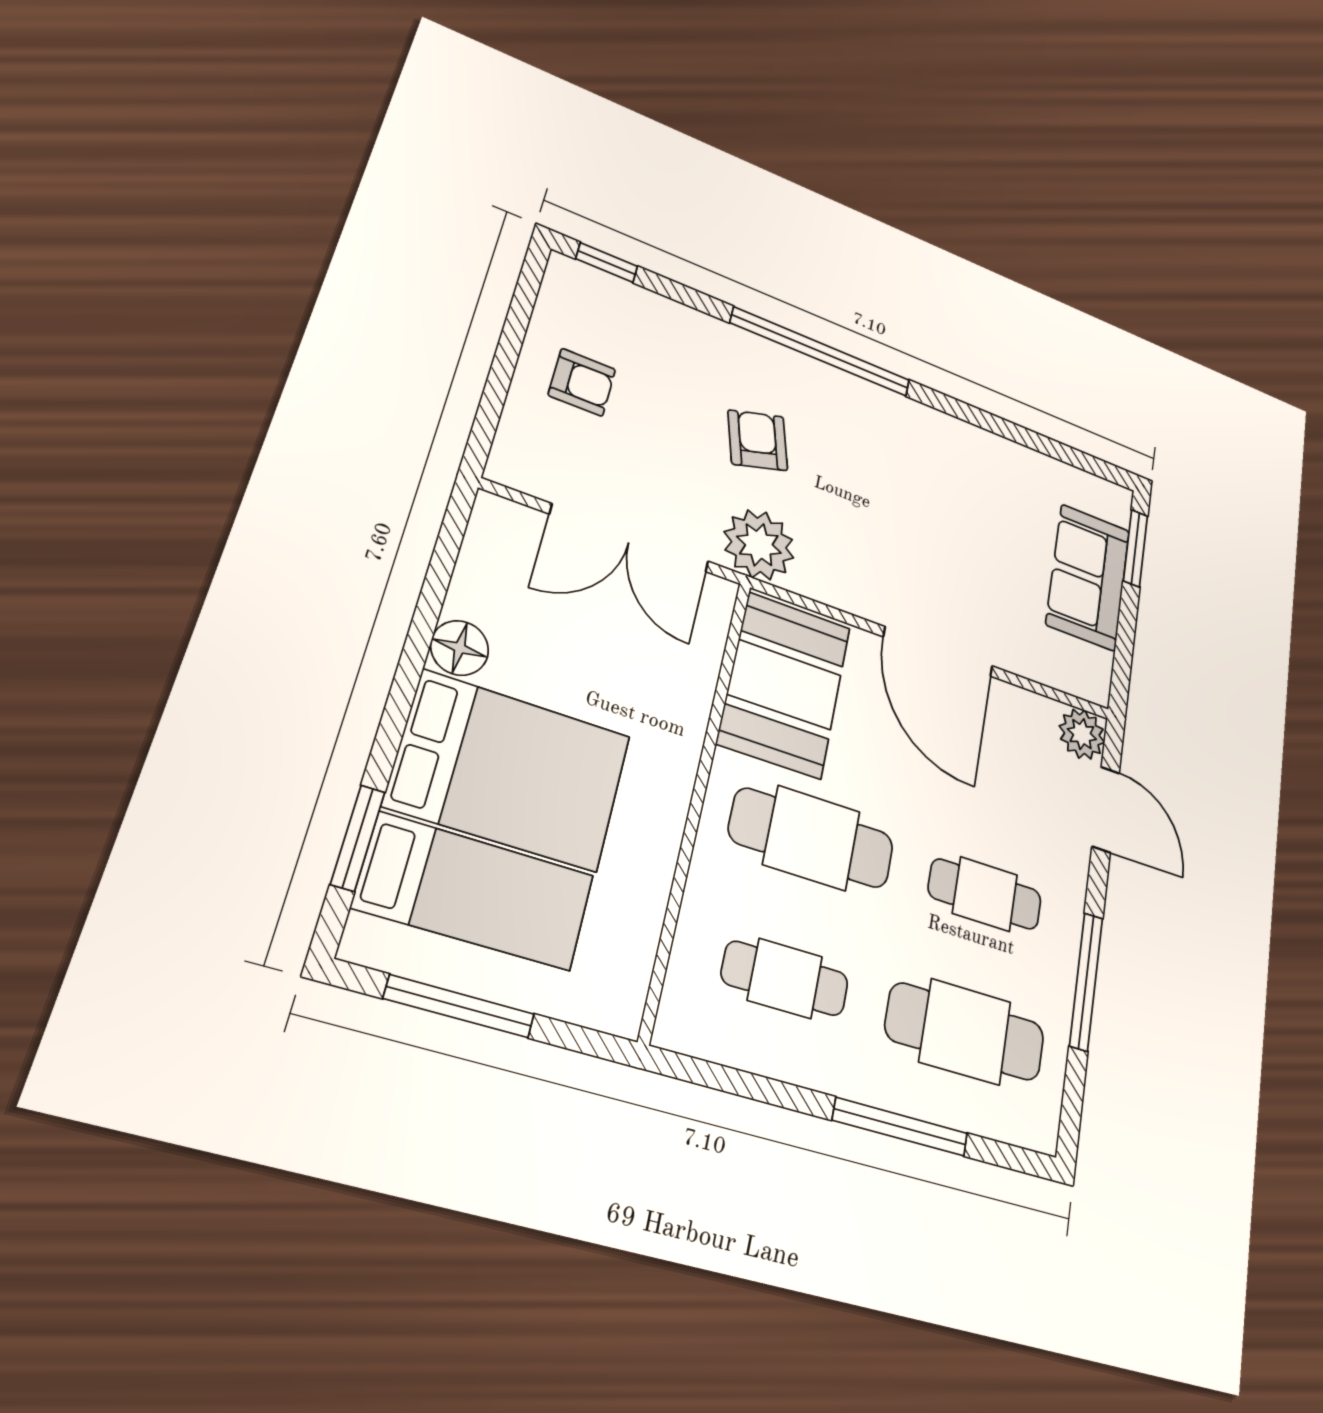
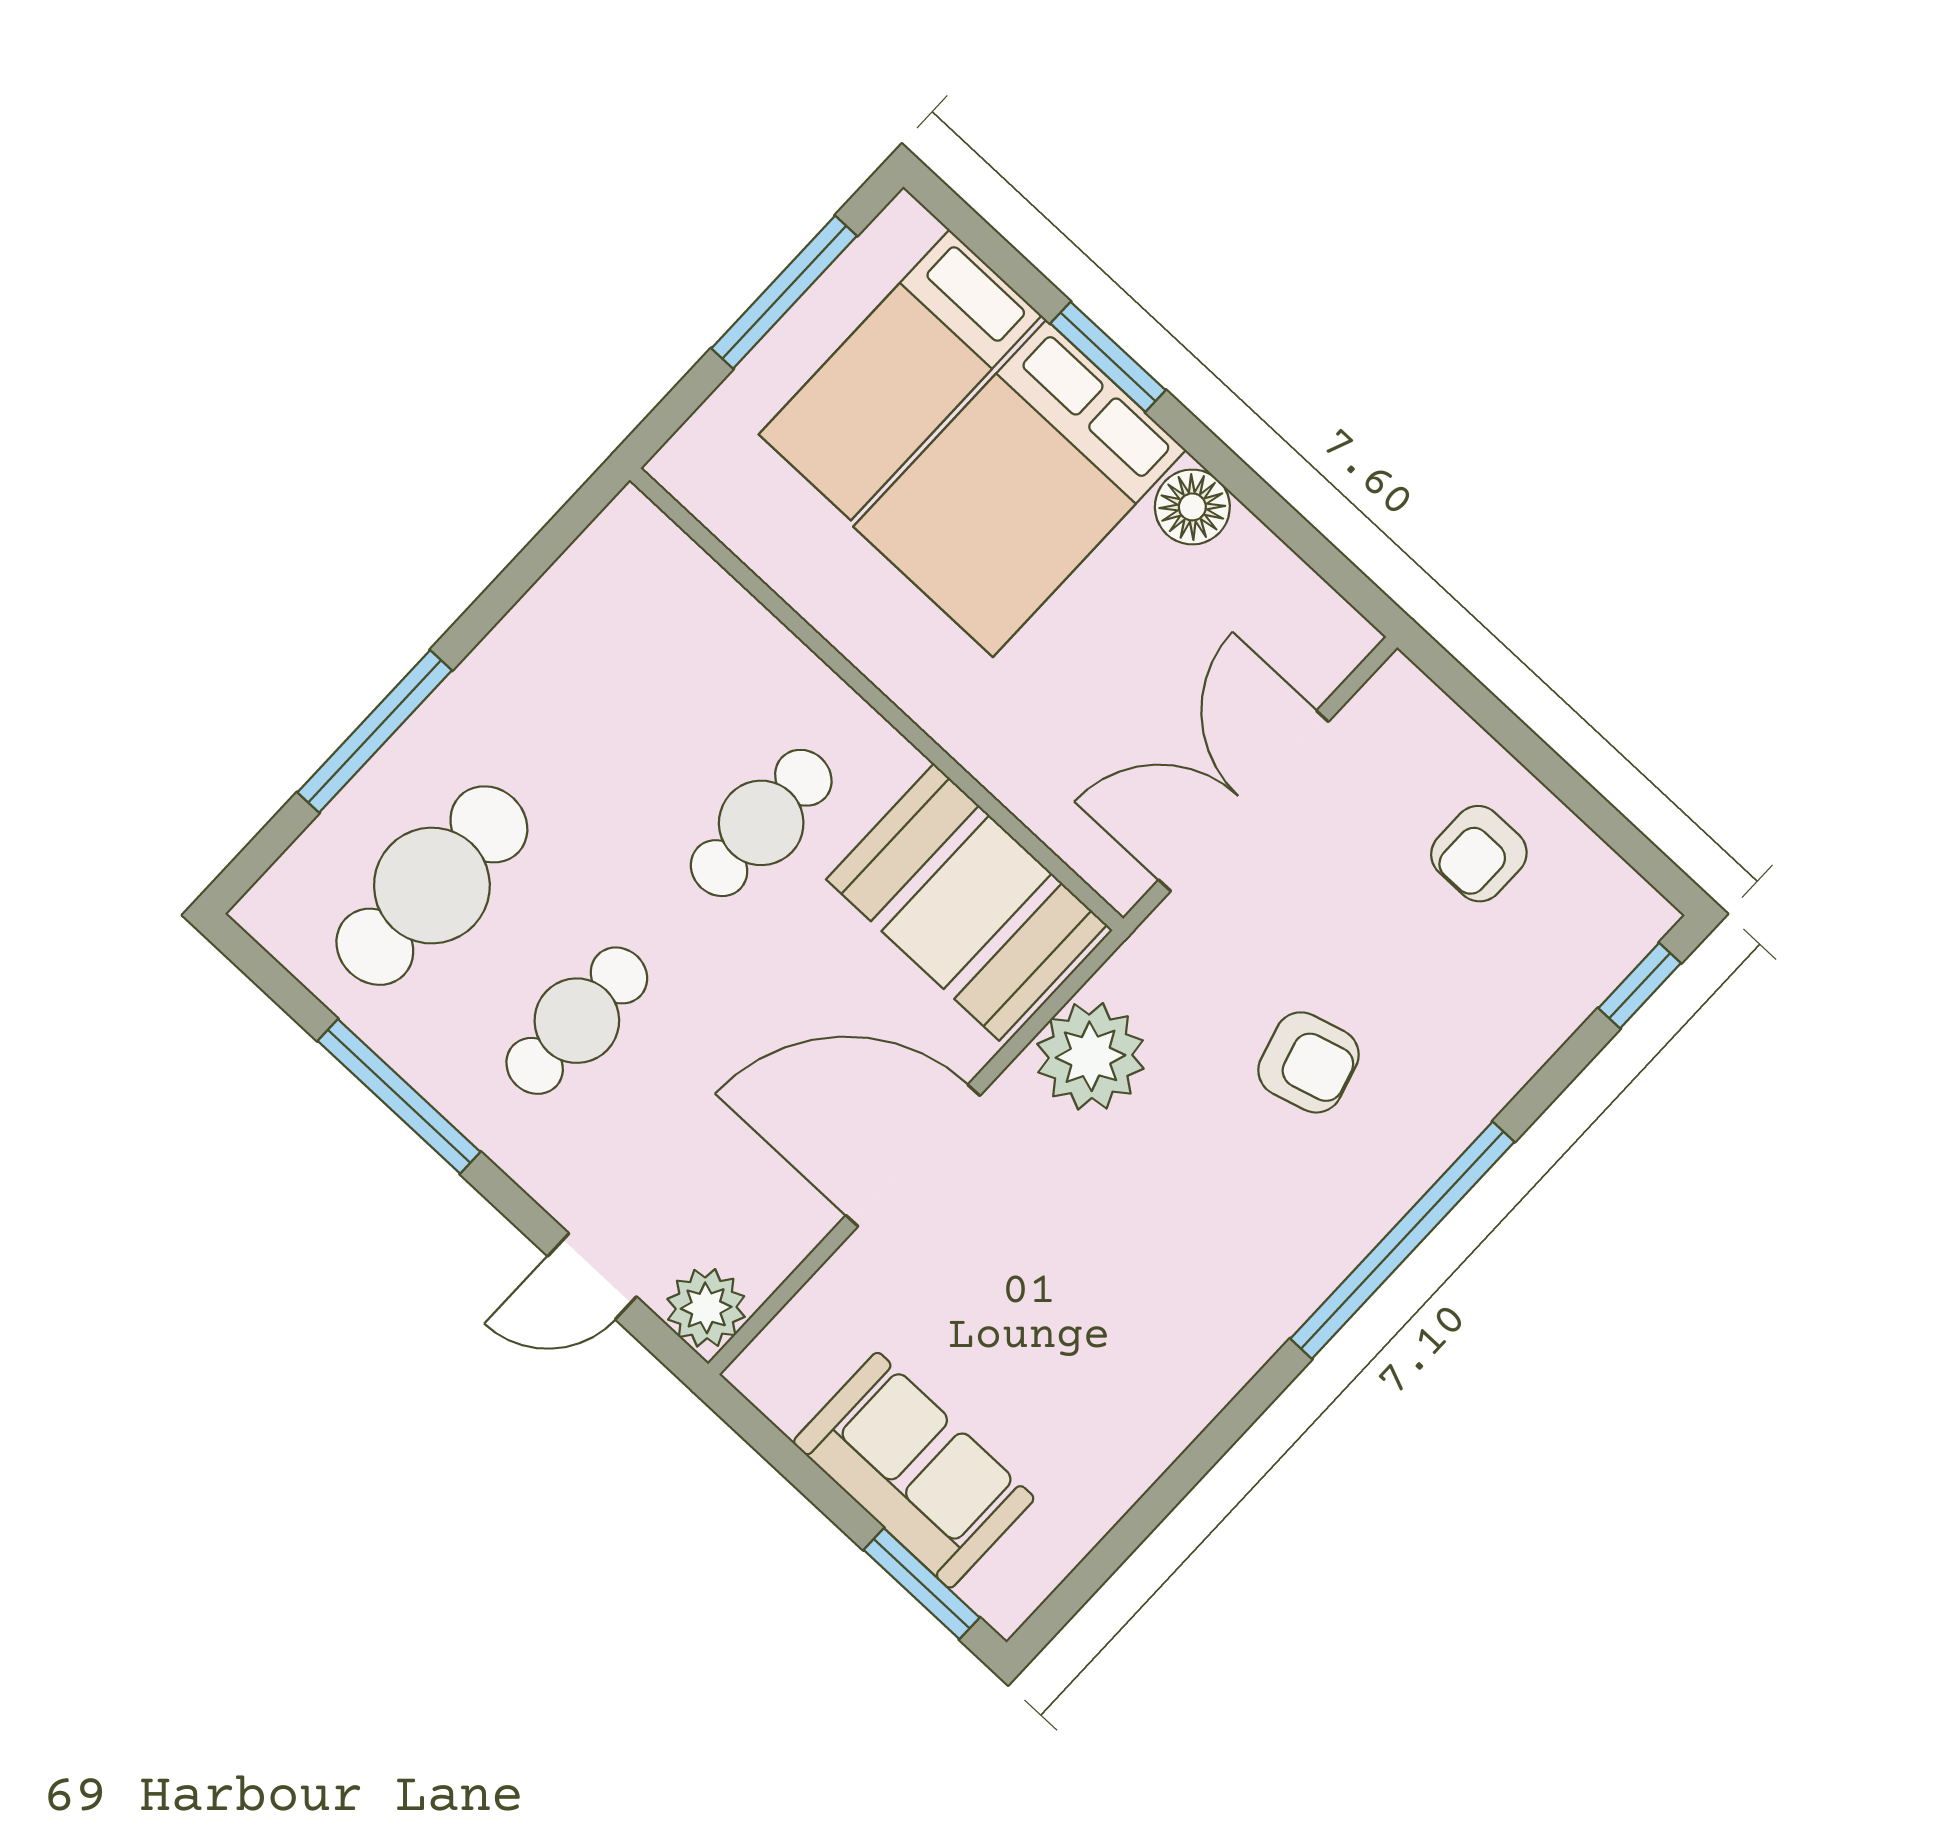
plant: (759, 545) -> (1090, 1056), moved
door: (1106, 810) -> (592, 1276), width x0.73
window: (358, 838) -> (1108, 357), moved
cafe table: (812, 838) -> (761, 823), width x0.73, depth x0.74
cafe table: (785, 978) -> (616, 688), removed

